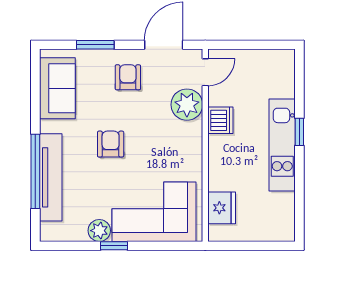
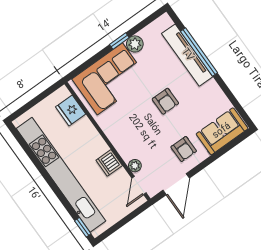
window: (95, 45) -> (217, 155), removed
sofa: (57, 88) -> (222, 131), moved, turned 90
plant: (187, 105) -> (135, 166), width x0.53, depth x0.53
window: (299, 132) -> (83, 227), moved
kitchen unit: (282, 145) -> (61, 175), width x1.86

